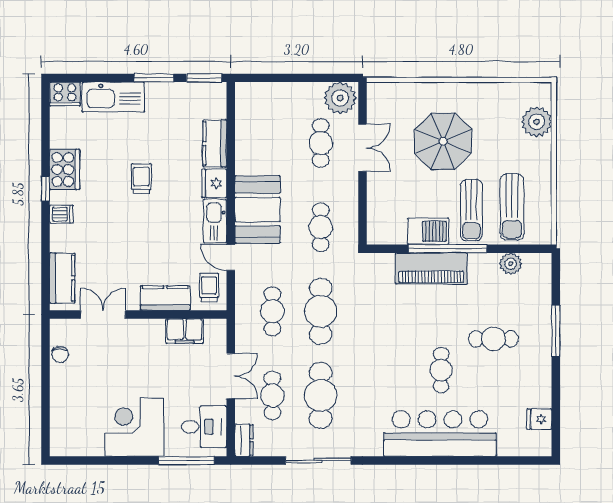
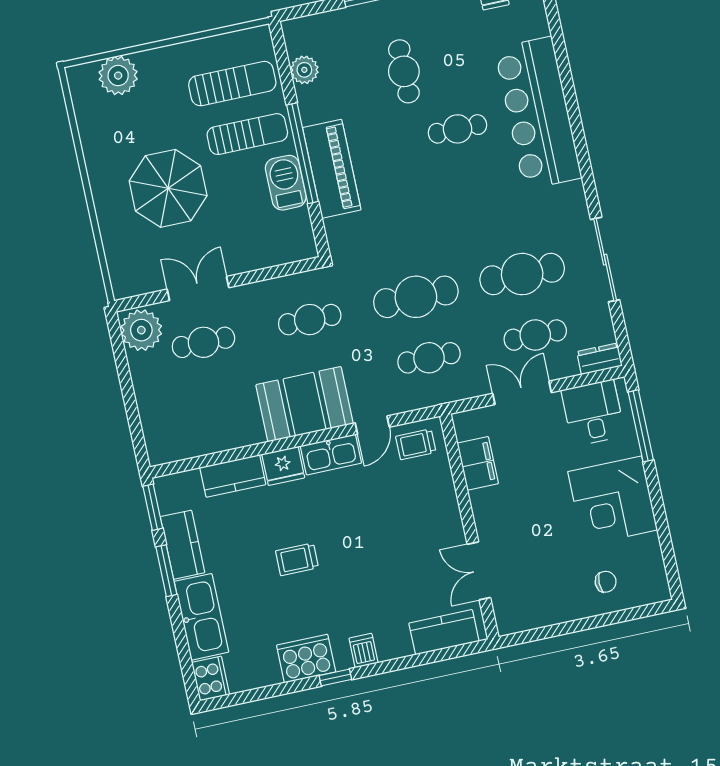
kitchen counter: (165, 298) -> (183, 545), moved, turned 180
chair: (60, 354) -> (606, 582), moved

